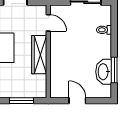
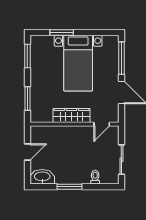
window: (114, 70) -> (70, 187), moved
washbasin: (104, 72) -> (42, 177), moved

